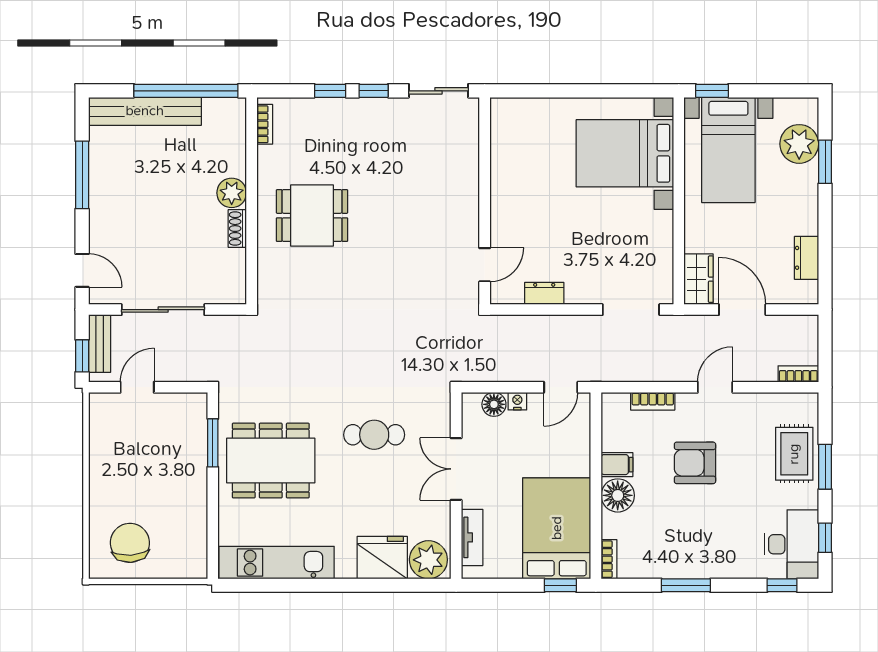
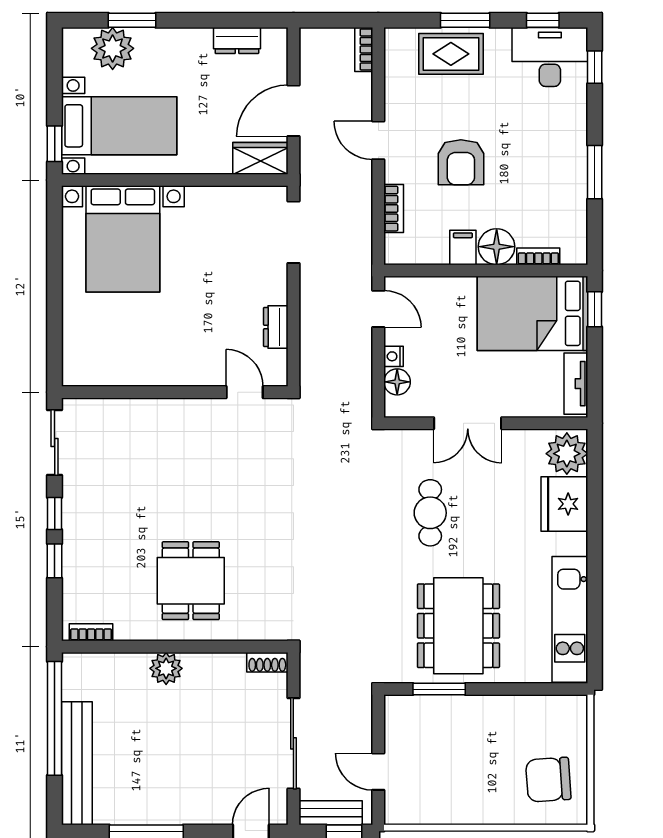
shoe rack: (237, 229) -> (267, 662), moved
tv unit: (472, 537) -> (576, 384), moved, turned -90
bookcase: (609, 559) -> (538, 256), moved

